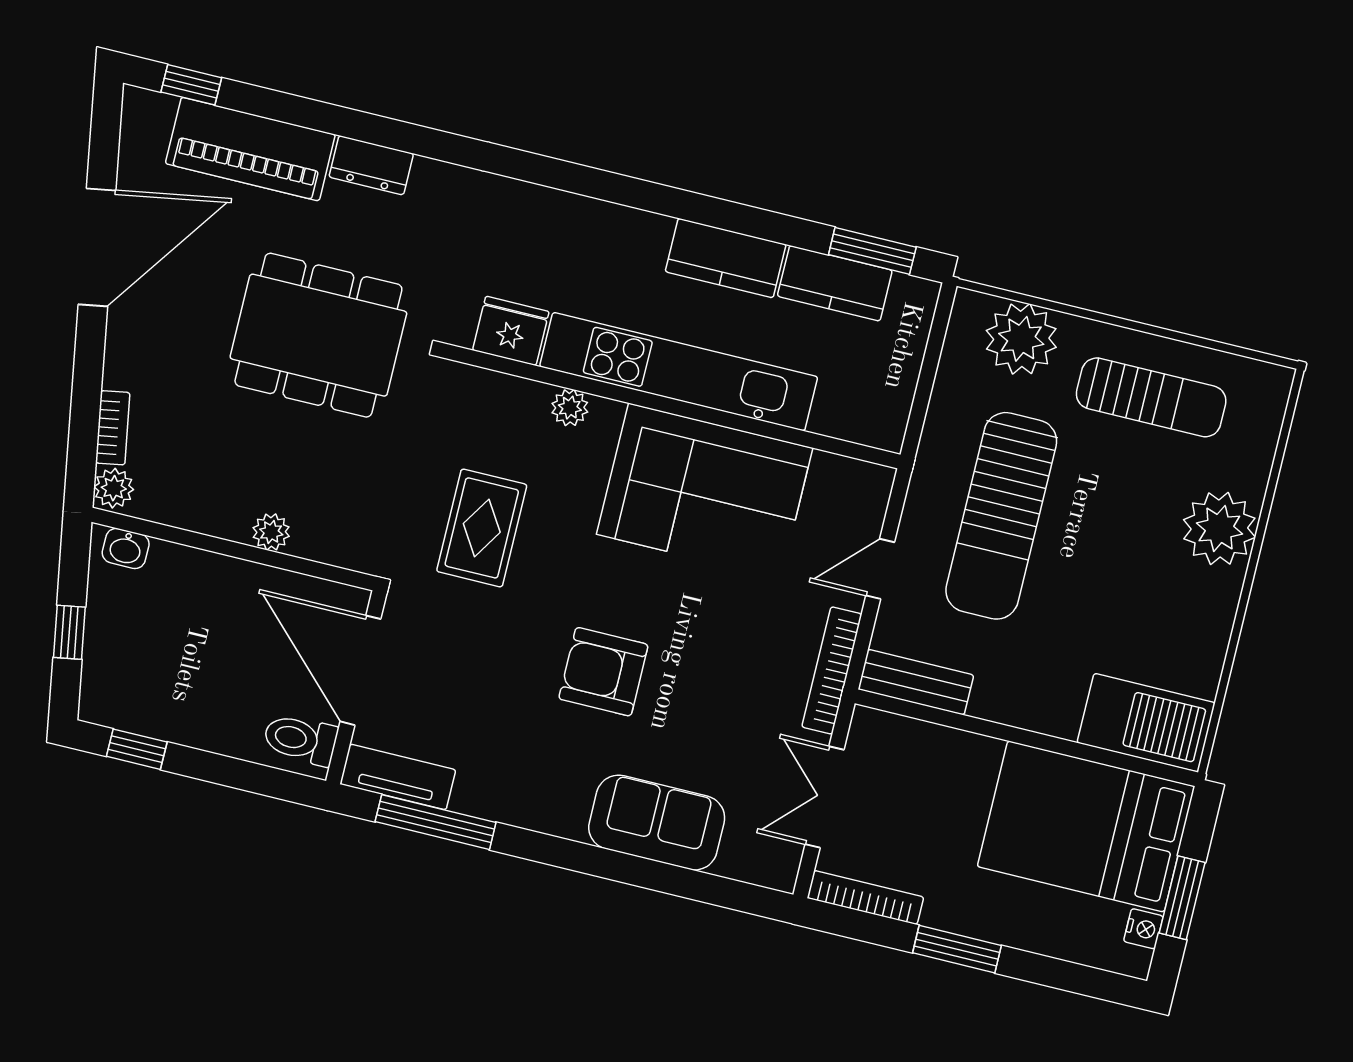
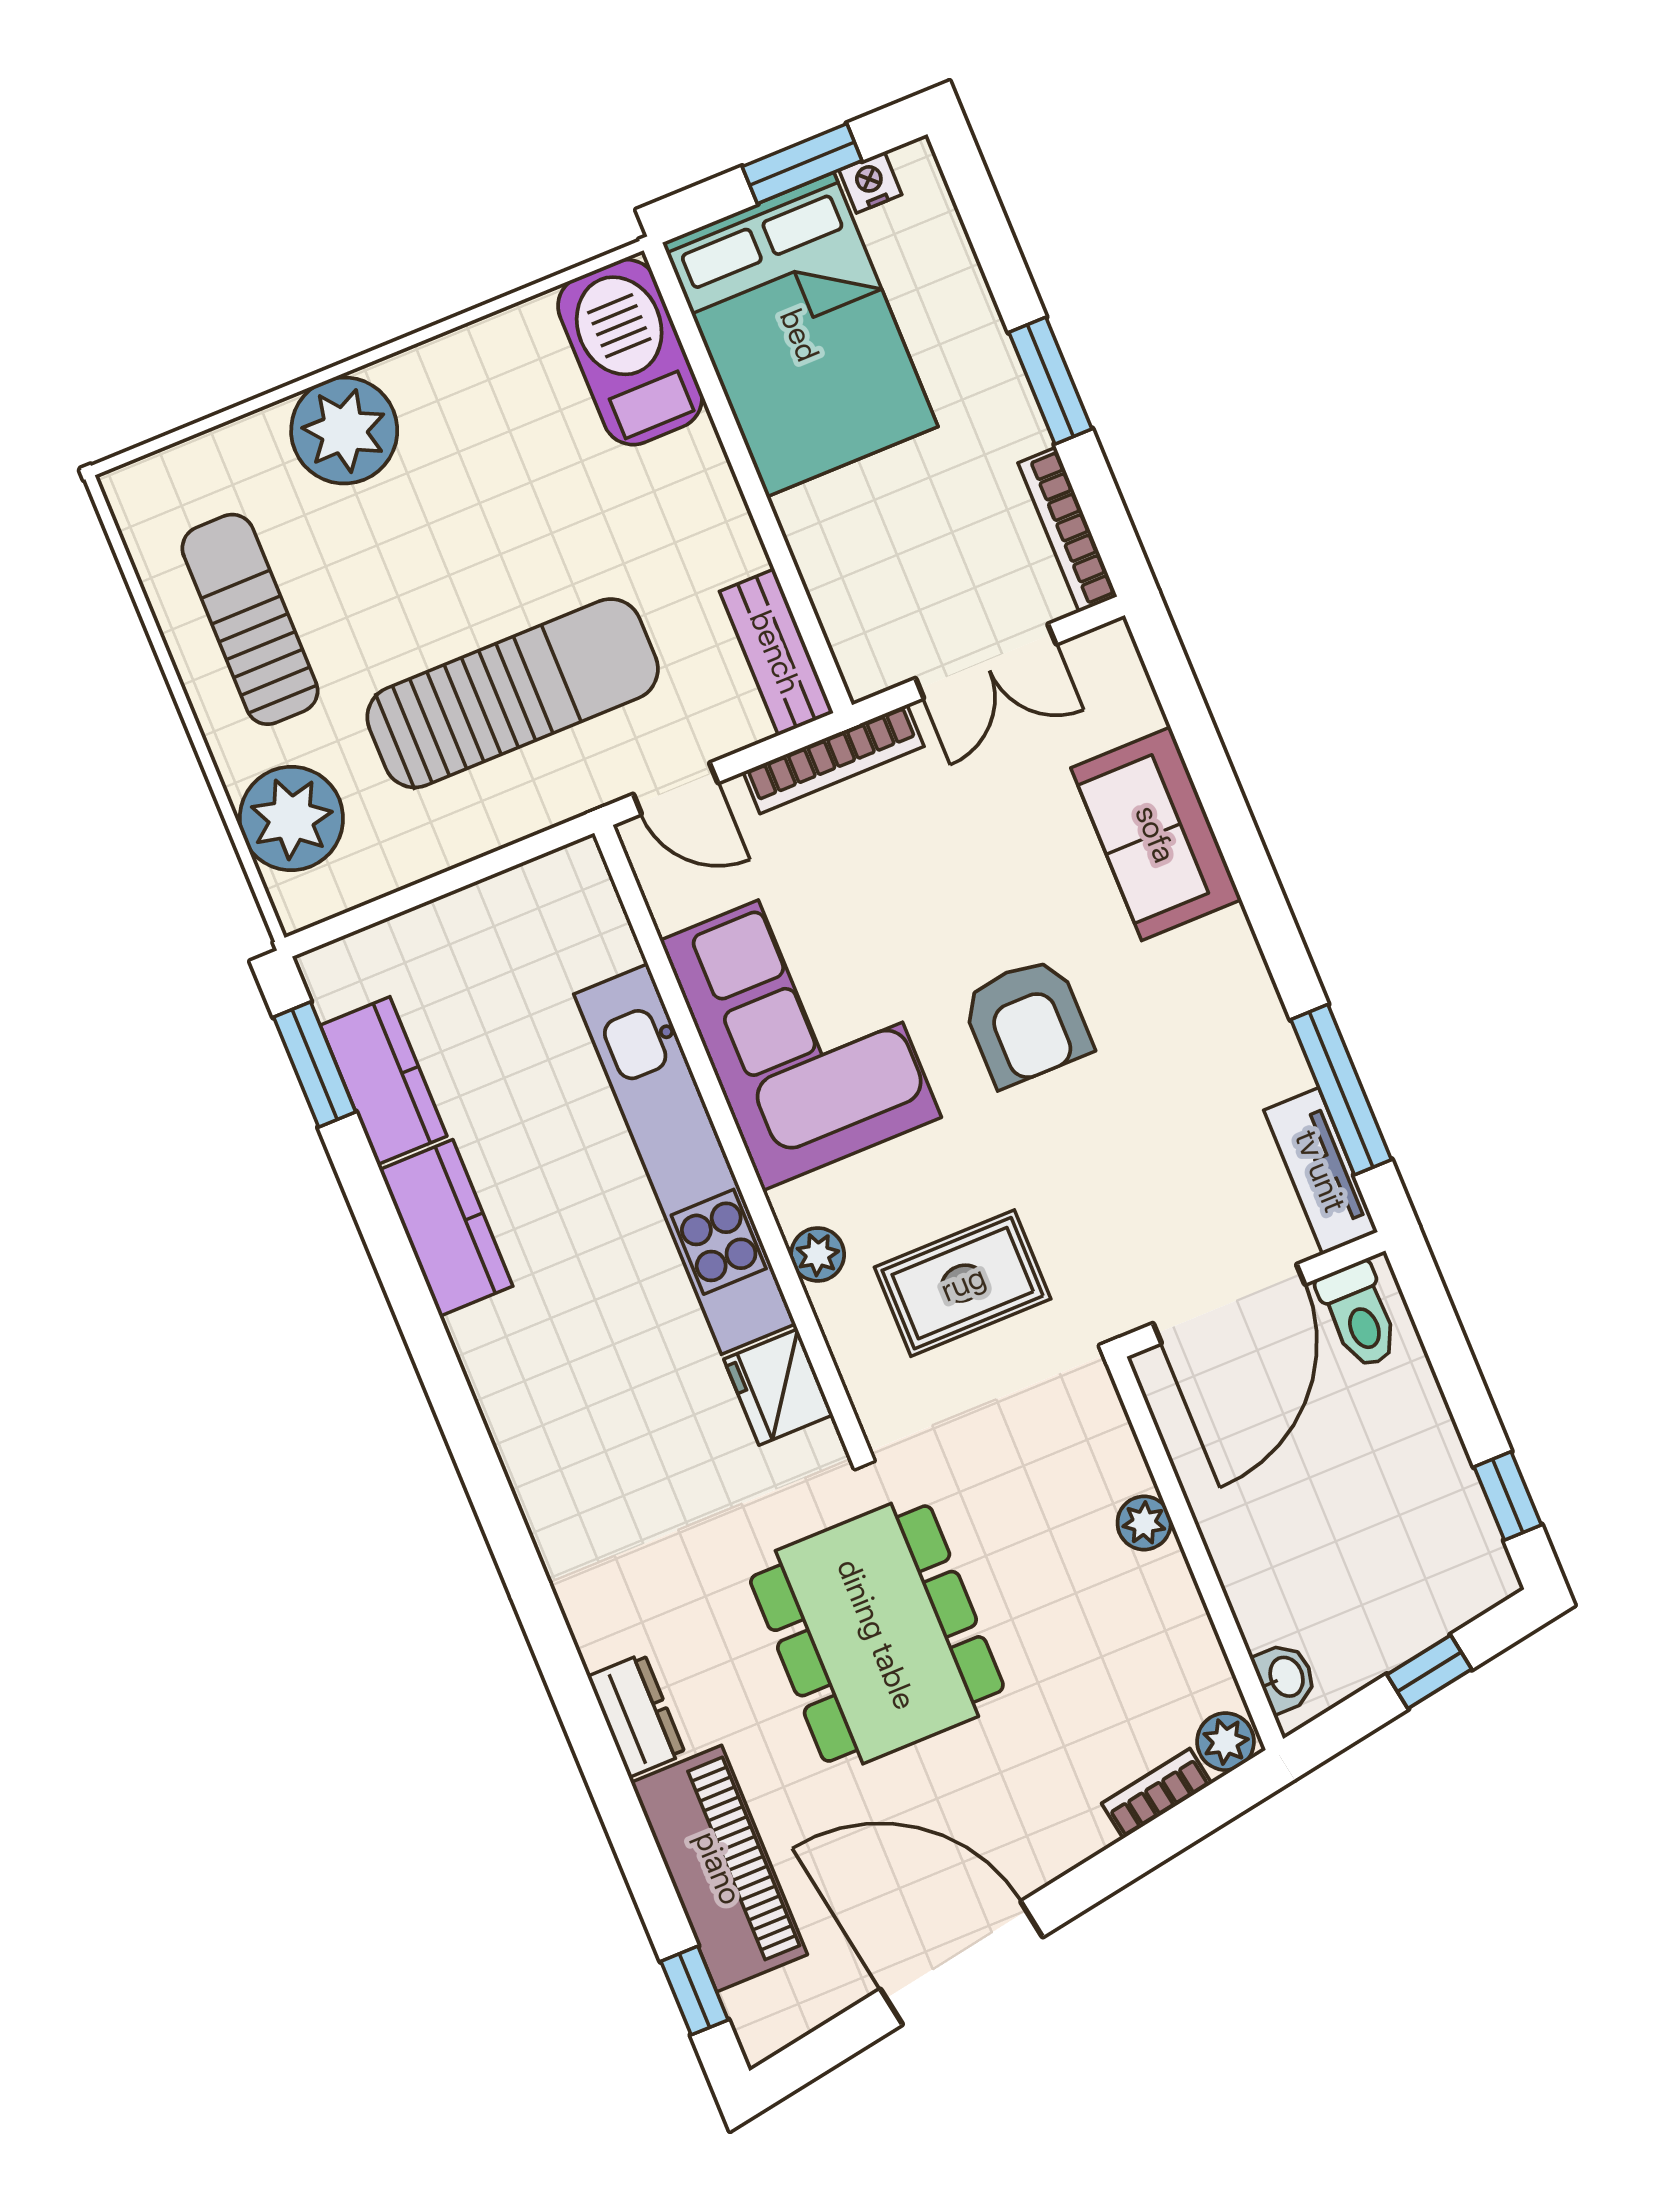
fridge: (511, 331) -> (778, 1387), moved
kitchen unit: (679, 372) -> (685, 1159), moved
wall: (672, 406) -> (730, 1137), moved
plant: (570, 408) -> (818, 1254), moved
corner sofa: (705, 491) -> (801, 1029), moved

